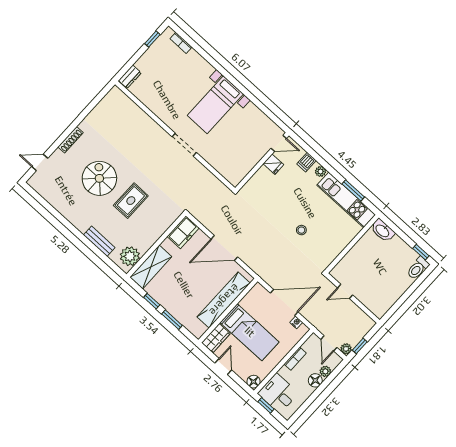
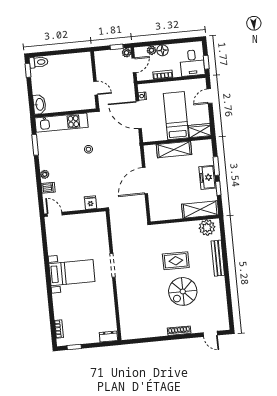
fridge: (273, 164) -> (90, 203), moved
kitchen unit: (346, 200) -> (61, 123), moved, turned 90
freezer: (183, 232) -> (207, 177), moved, turned -90
bench: (99, 241) -> (218, 258), width x1.36
door: (224, 248) -> (145, 181), swing flipped
shelving: (224, 300) -> (174, 149), width x0.68
door: (223, 367) -> (209, 96), moved
floor lamp: (254, 382) -> (201, 83), removed

